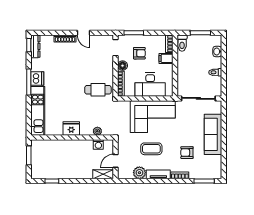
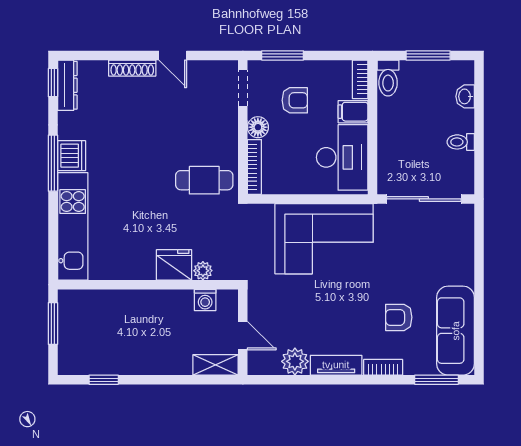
desk: (150, 85) -> (342, 157), moved, turned -90
fridge: (71, 129) -> (174, 265), moved
sofa: (213, 134) -> (456, 331), moved
coffee table: (151, 149) -> (321, 309), removed
door: (116, 161) -> (243, 336), swing flipped

